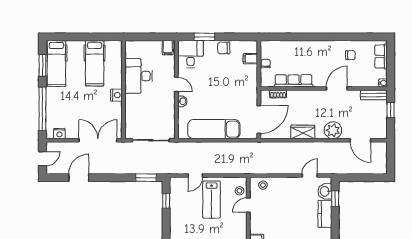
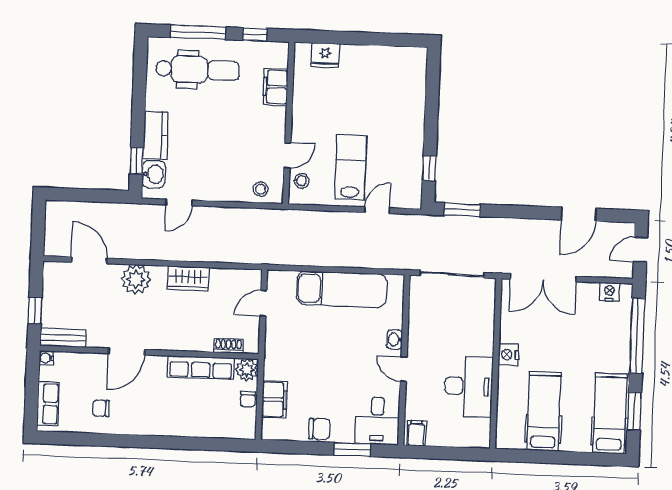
filing cabinet: (250, 59) -> (274, 400), width x2.00
plant: (267, 80) -> (247, 370), added
door: (259, 119) -> (263, 303), width x0.53

